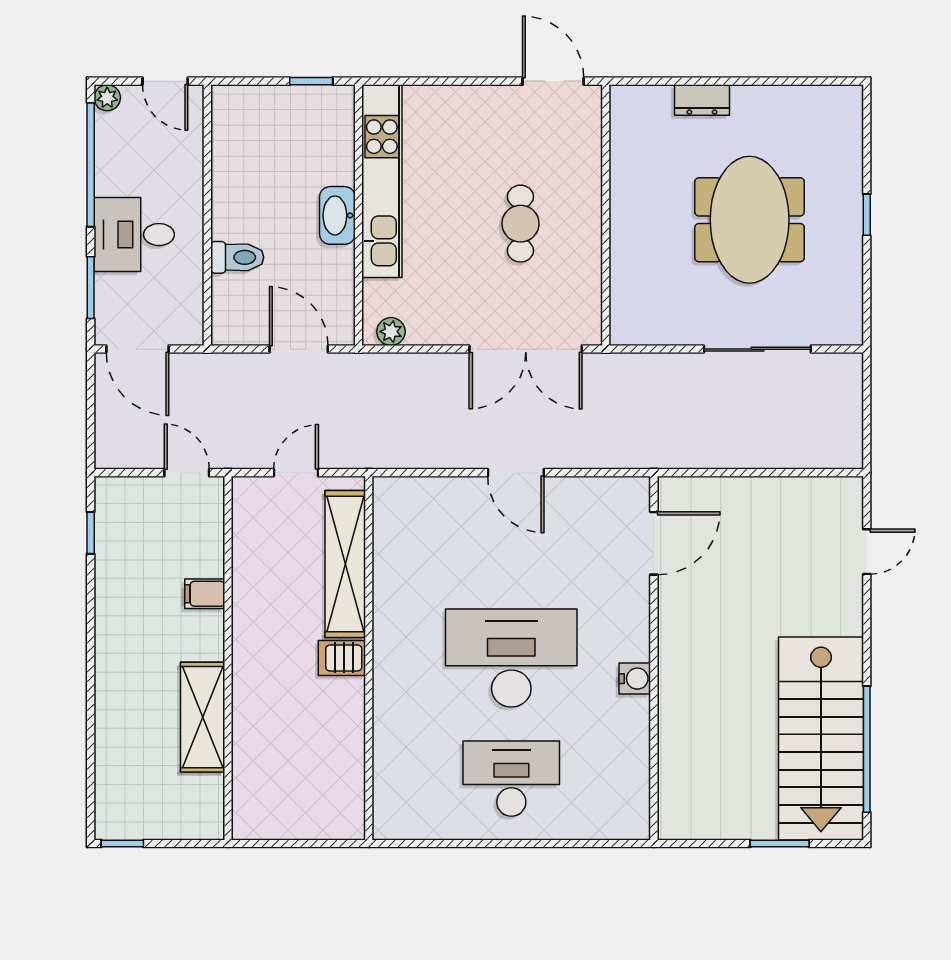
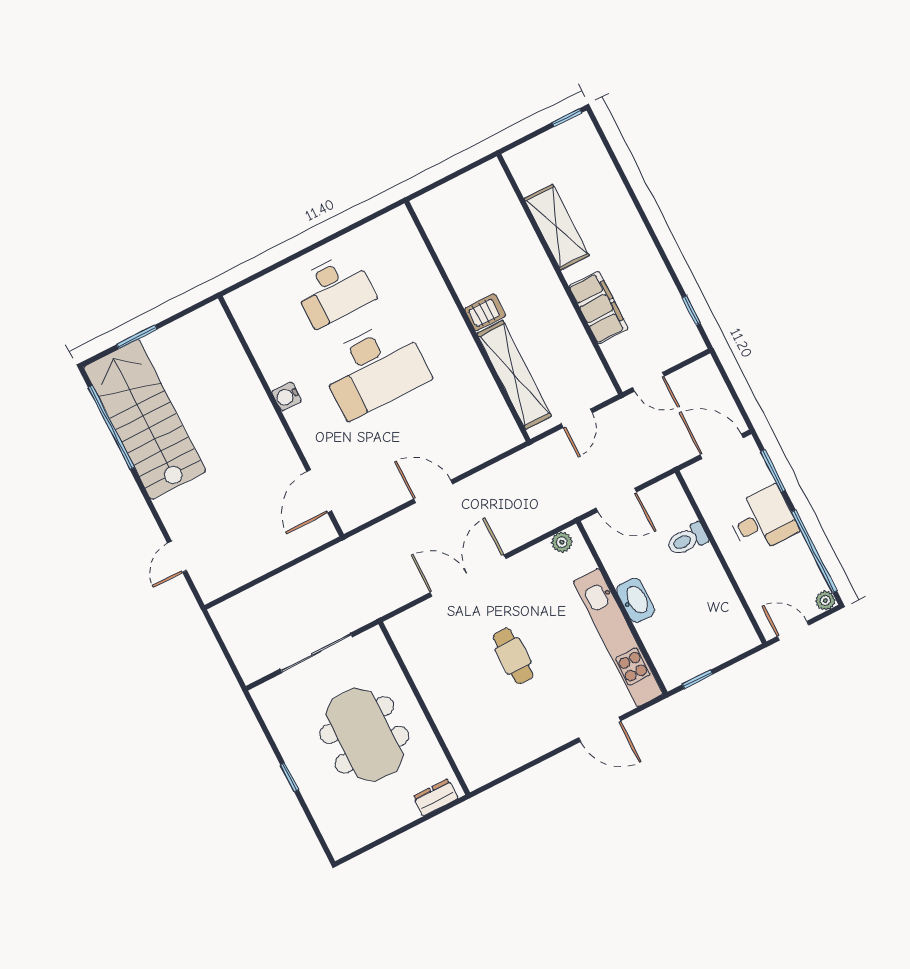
door: (553, 81) -> (600, 729), moved
wall: (606, 215) -> (424, 708), moved
filing cabinet: (205, 594) -> (598, 307), width x3.00, depth x1.17

